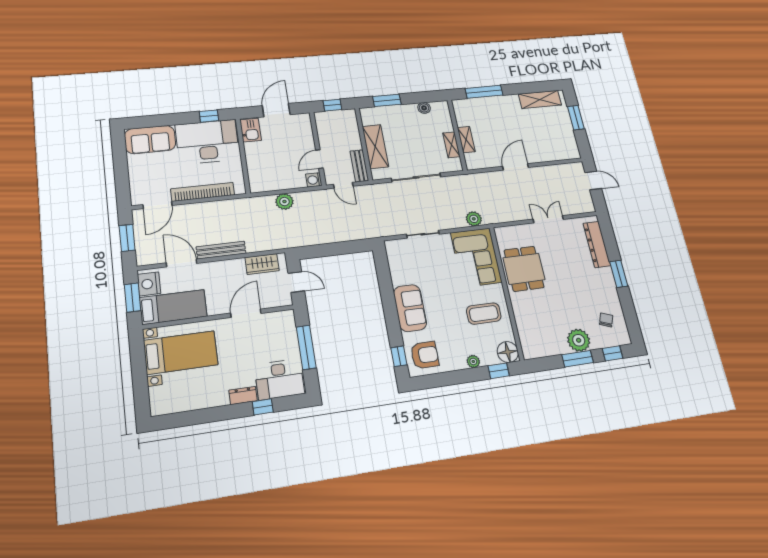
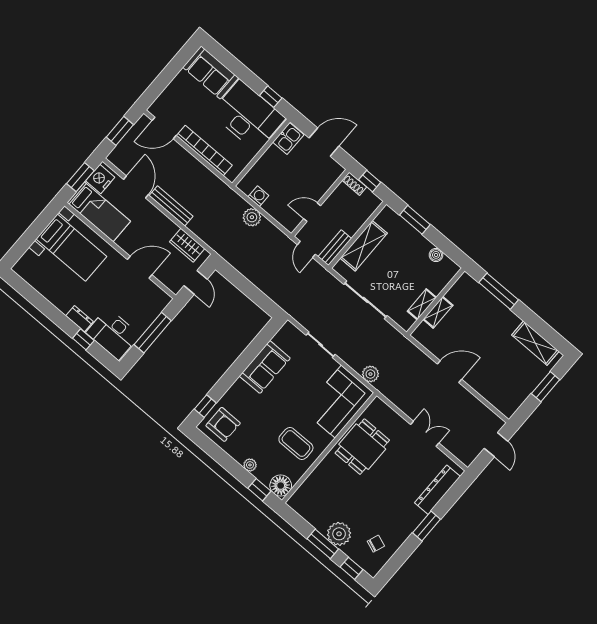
shoe rack: (325, 116) -> (354, 184), added
washing machine: (314, 180) -> (258, 196), moved, turned 90
sofa: (410, 308) -> (265, 367), moved

